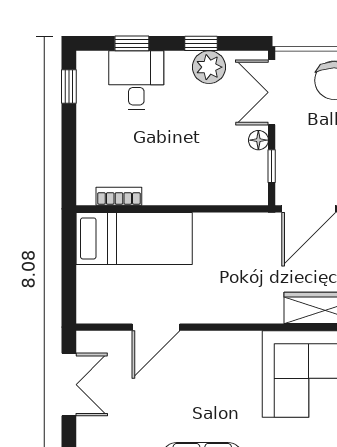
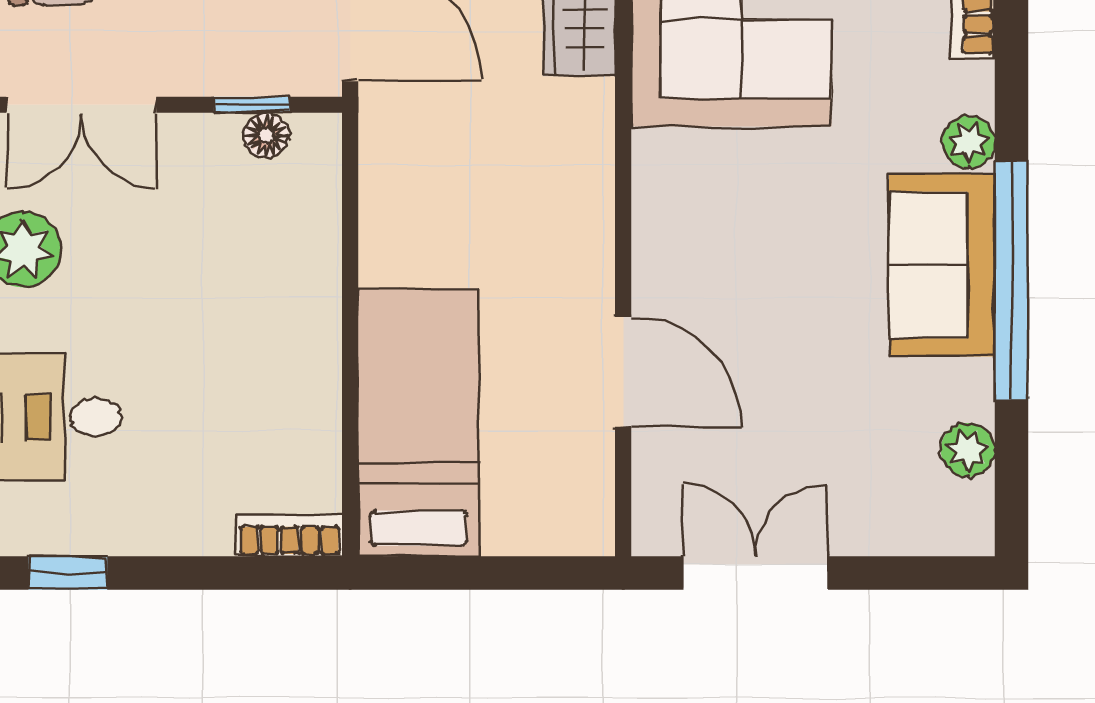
floor lamp: (258, 140) -> (266, 135), moved
bookcase: (119, 196) -> (290, 535), moved, turned 90

